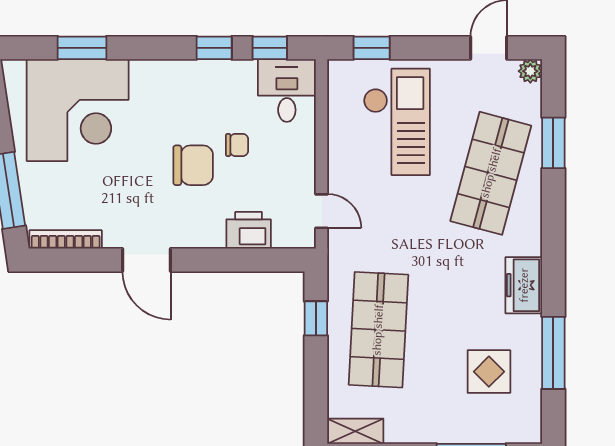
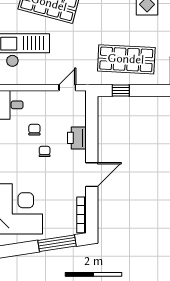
chair: (193, 165) -> (45, 151), width x0.54, depth x0.54
printer: (249, 230) -> (77, 138), moved

